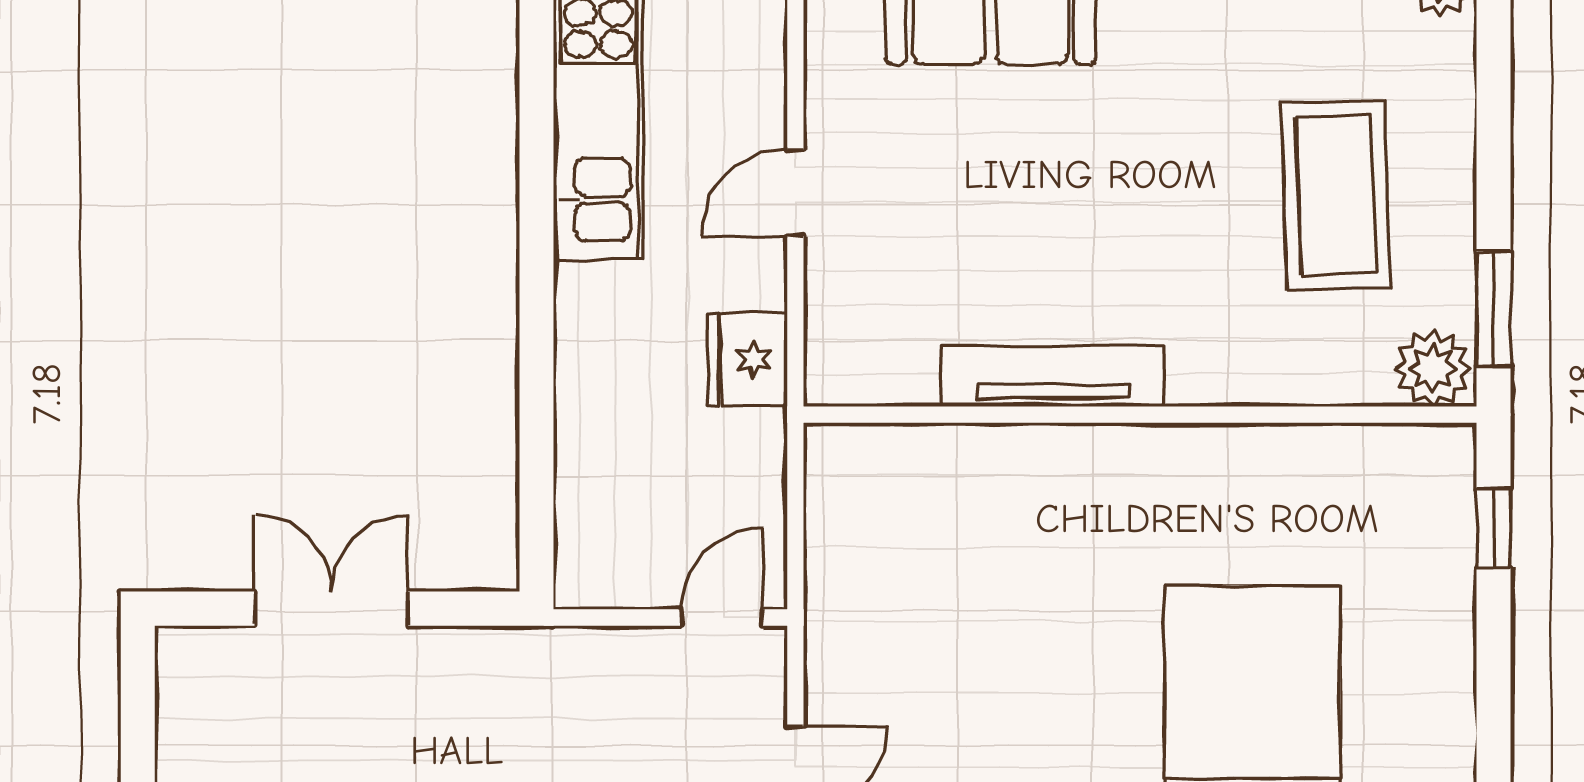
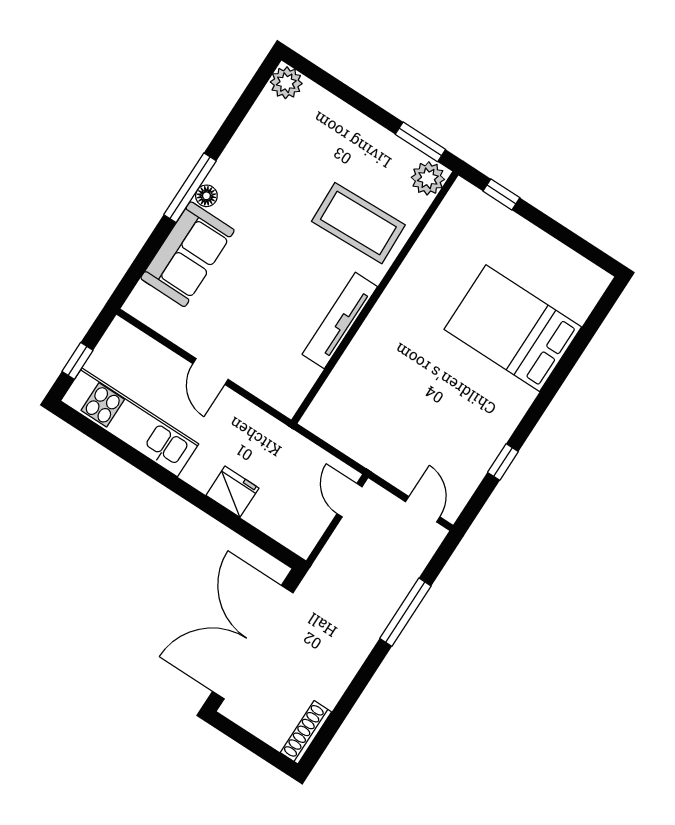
coffee table: (1336, 195) -> (358, 223), moved
fridge: (747, 360) -> (232, 492), moved, turned 180
double door: (331, 609) -> (253, 642), width x1.87

